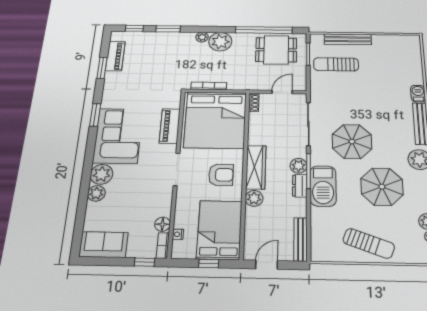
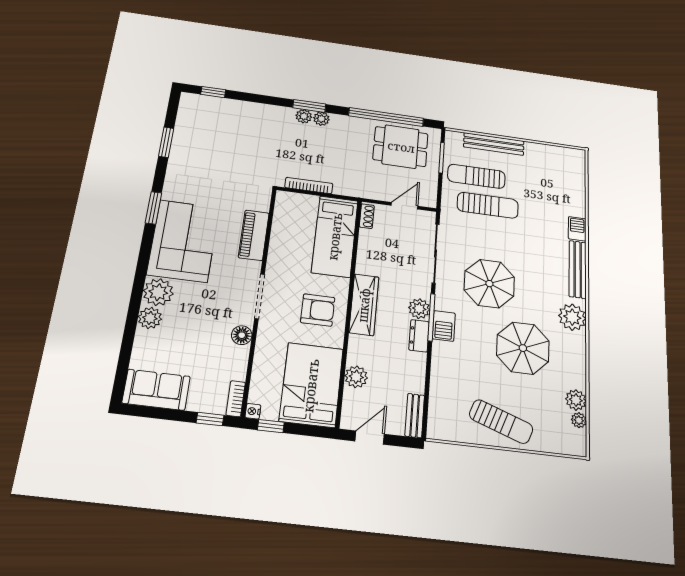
window: (168, 29) -> (309, 106), moved
plant: (220, 42) -> (321, 119), width x0.53, depth x0.53
piano: (115, 56) -> (185, 128), removed
sun lounger: (346, 84) -> (488, 205), added
bed: (215, 120) -> (335, 236), width x0.49
barbecue: (323, 186) -> (444, 326), width x0.53, depth x0.65
plant: (254, 198) -> (356, 377), moved
floor lamp: (162, 224) -> (242, 335), moved
nightstand: (178, 234) -> (253, 411), moved
bench: (300, 239) -> (415, 416), width x0.73
window: (209, 264) -> (271, 426), moved

